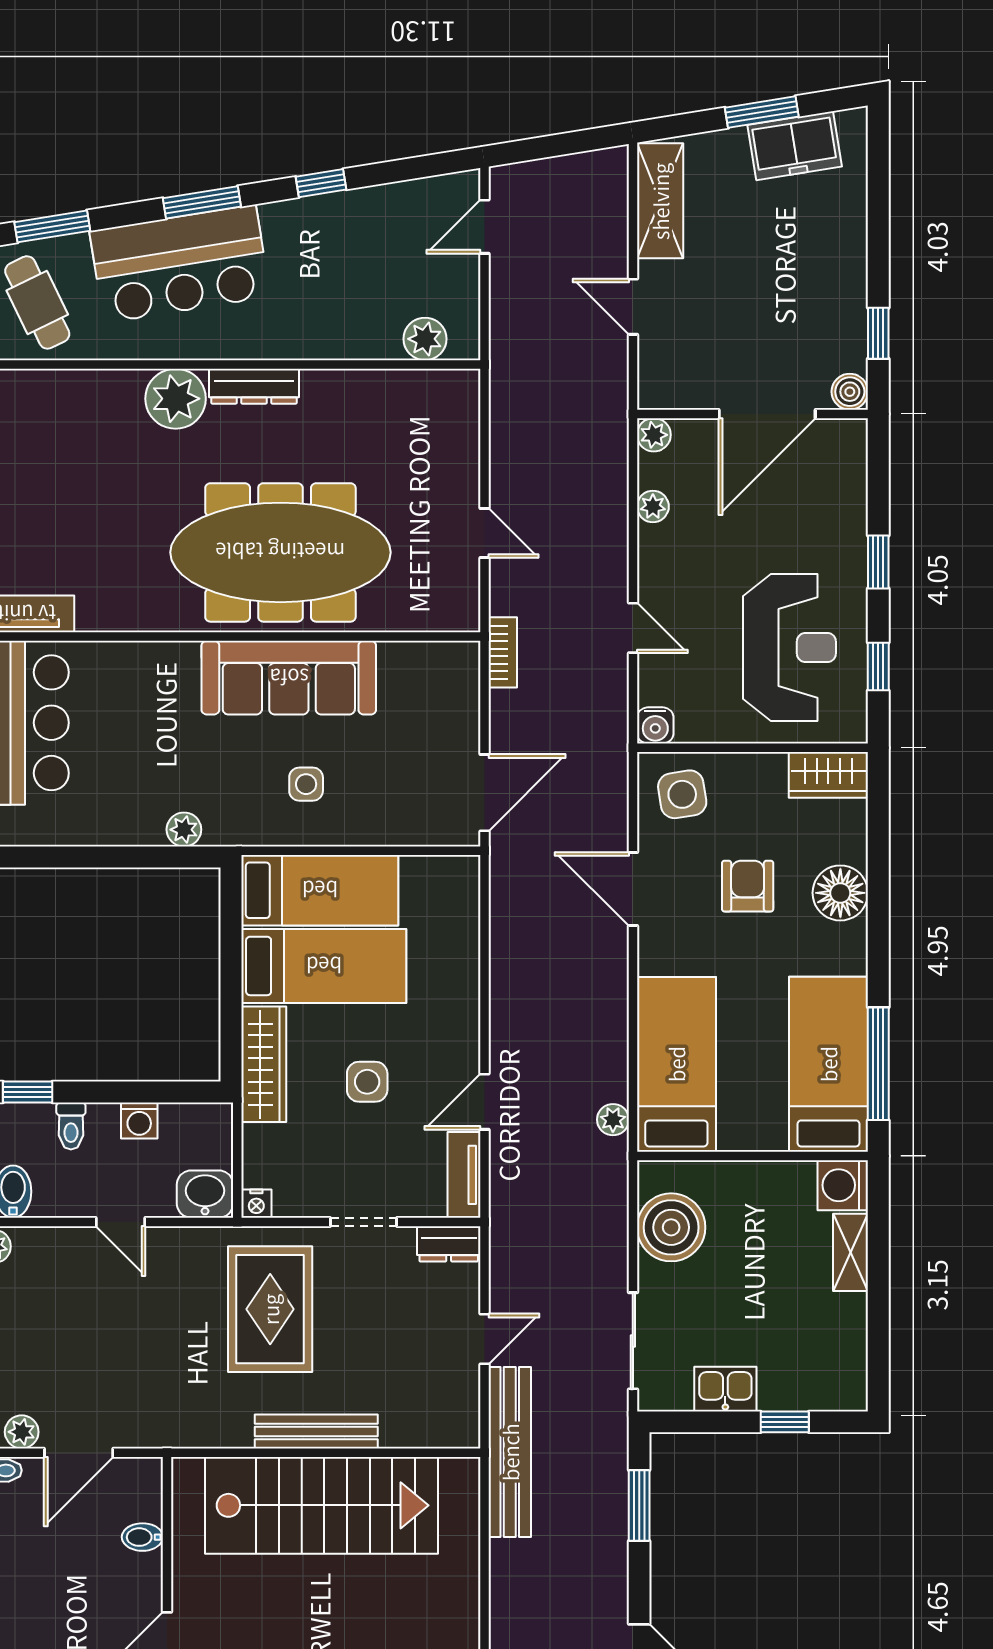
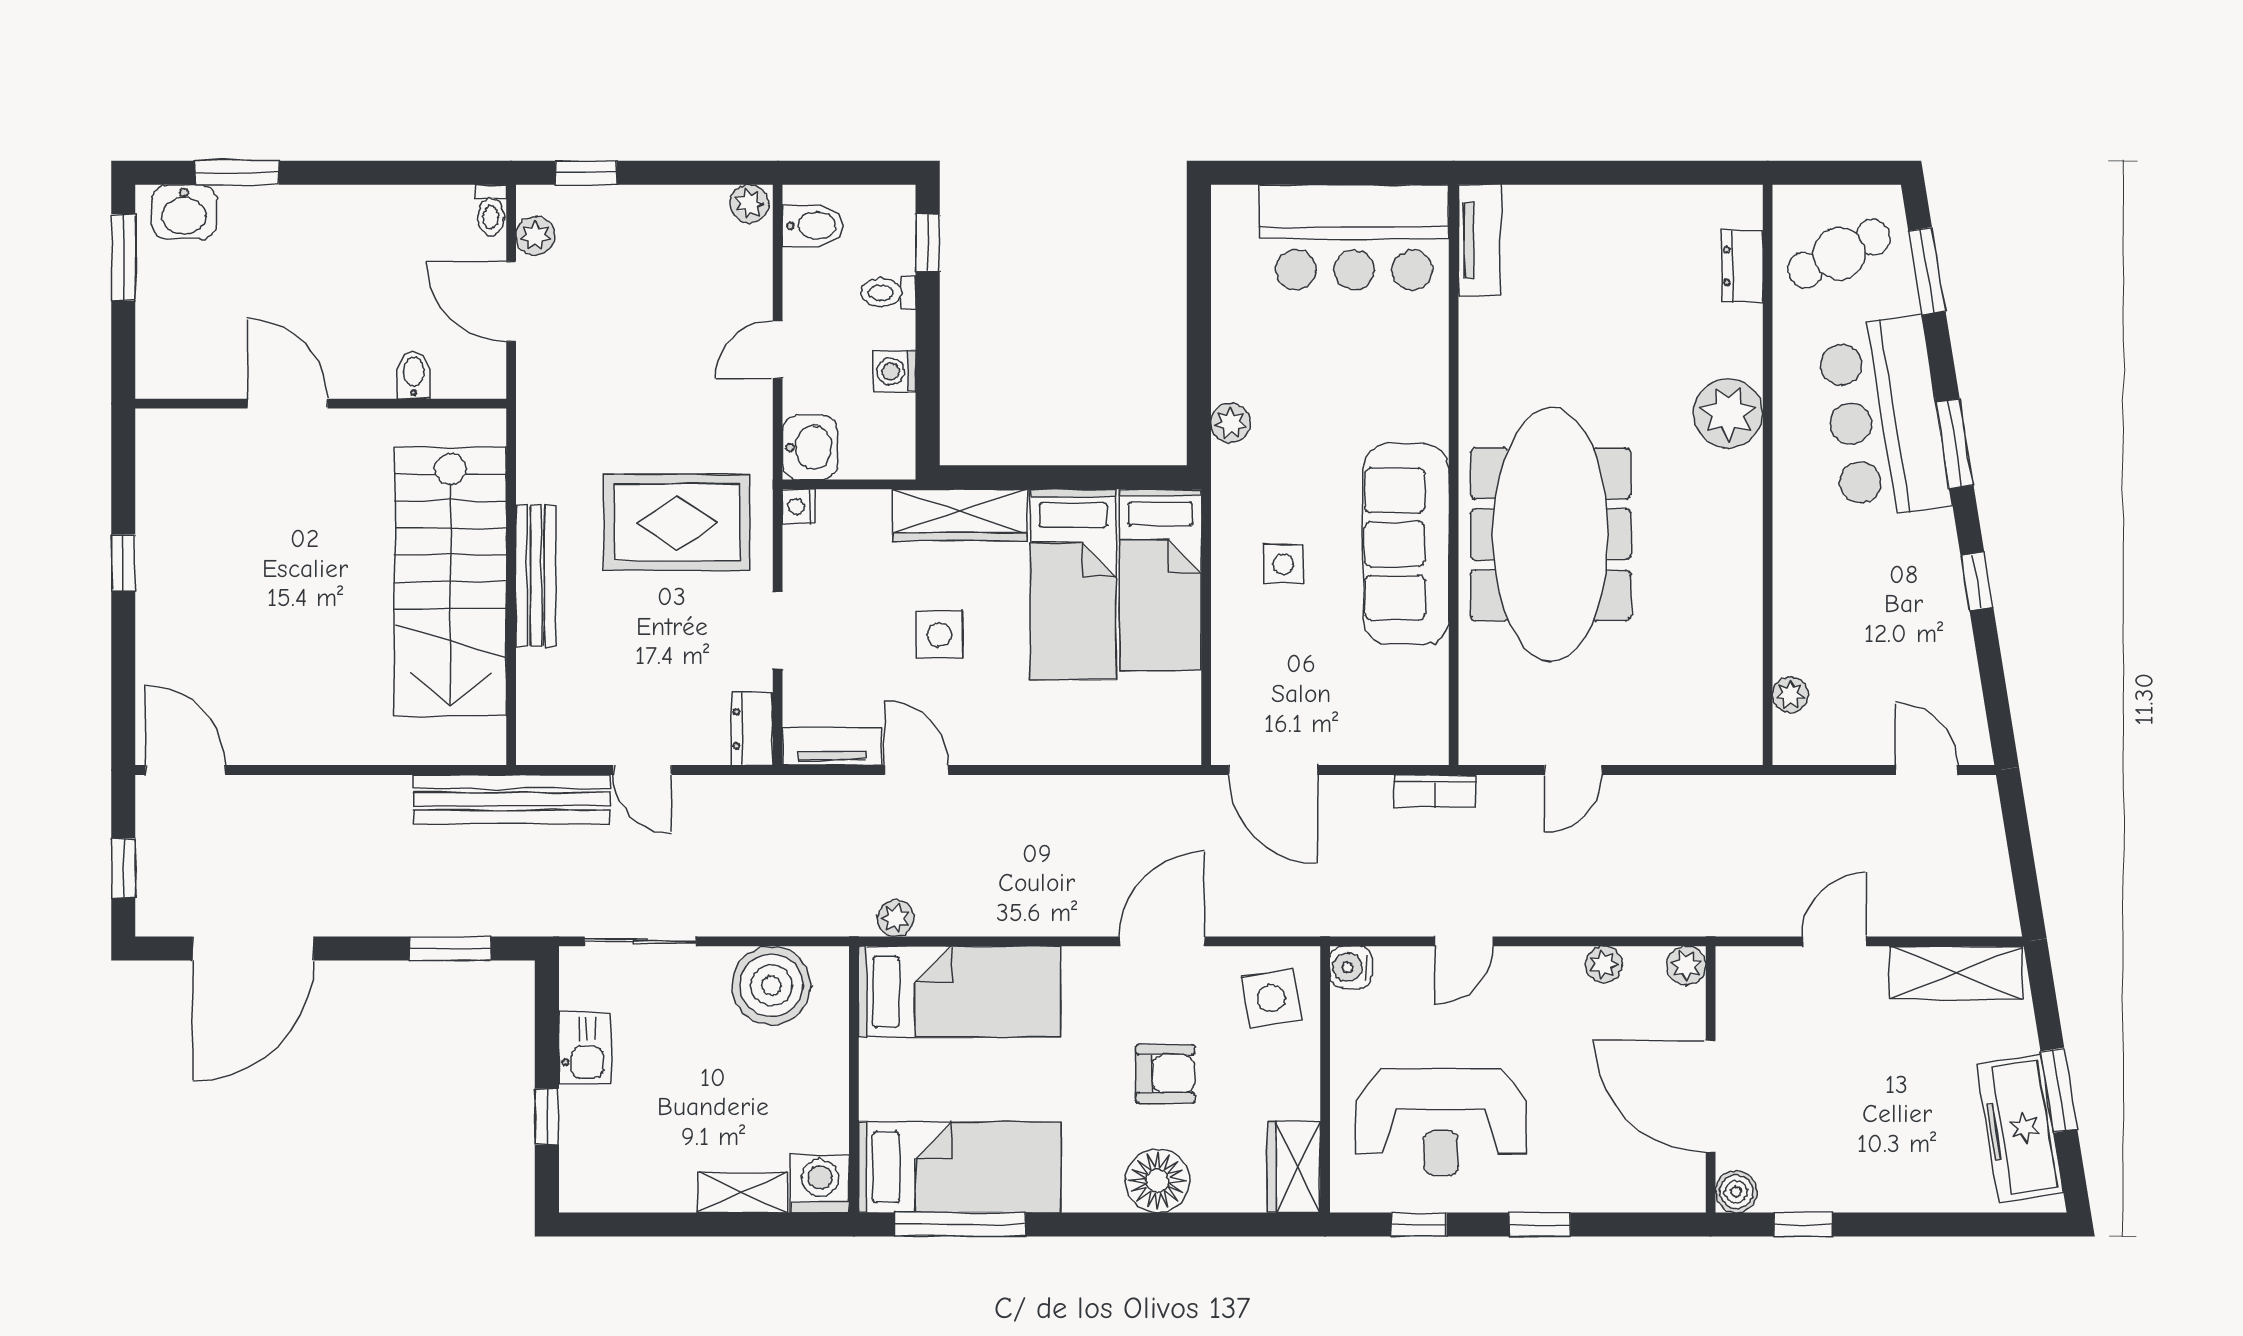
freezer: (795, 146) -> (2020, 1128), width x1.40
plant: (425, 339) -> (1790, 695), width x0.73, depth x0.73
dresser: (254, 386) -> (1743, 266), moved, width x0.70

